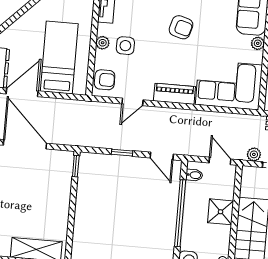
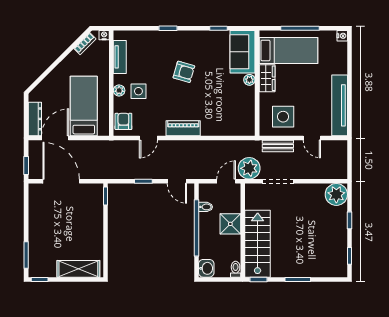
armchair: (105, 80) -> (123, 121), turned -90
corner sofa: (229, 85) -> (228, 117), removed
plant: (254, 154) -> (249, 168), width x1.87, depth x1.87
door: (220, 161) -> (226, 181), hinge flipped
bidet: (194, 175) -> (206, 207), moved

